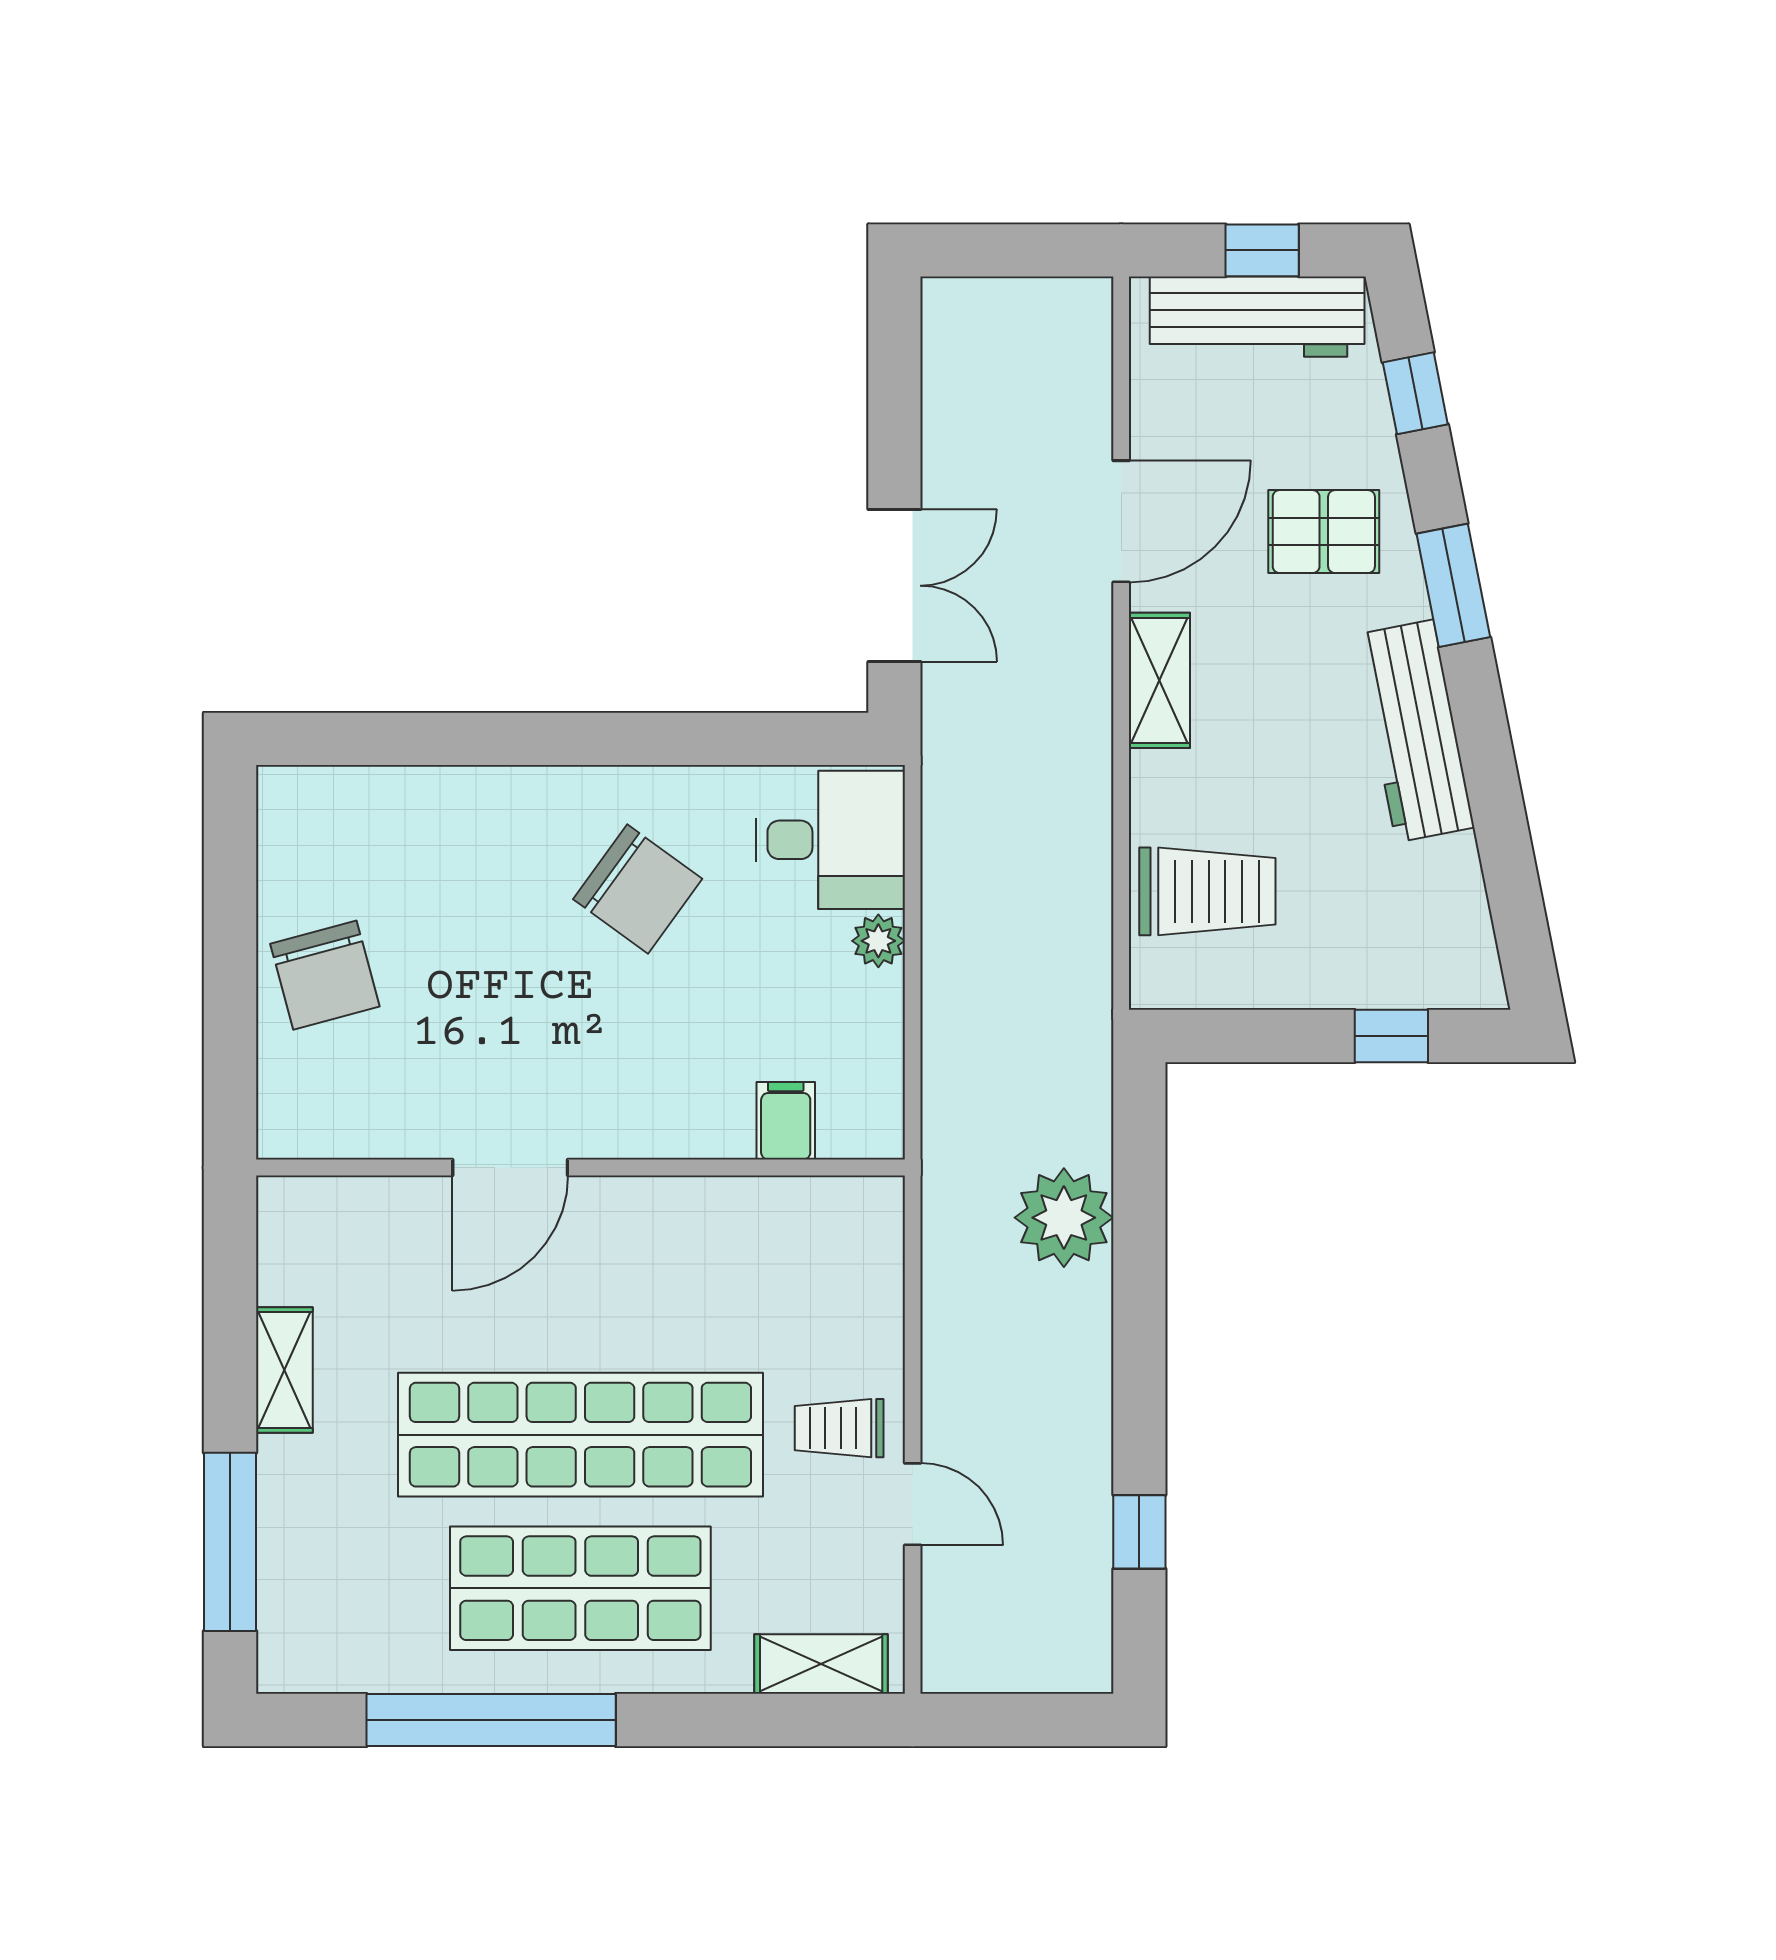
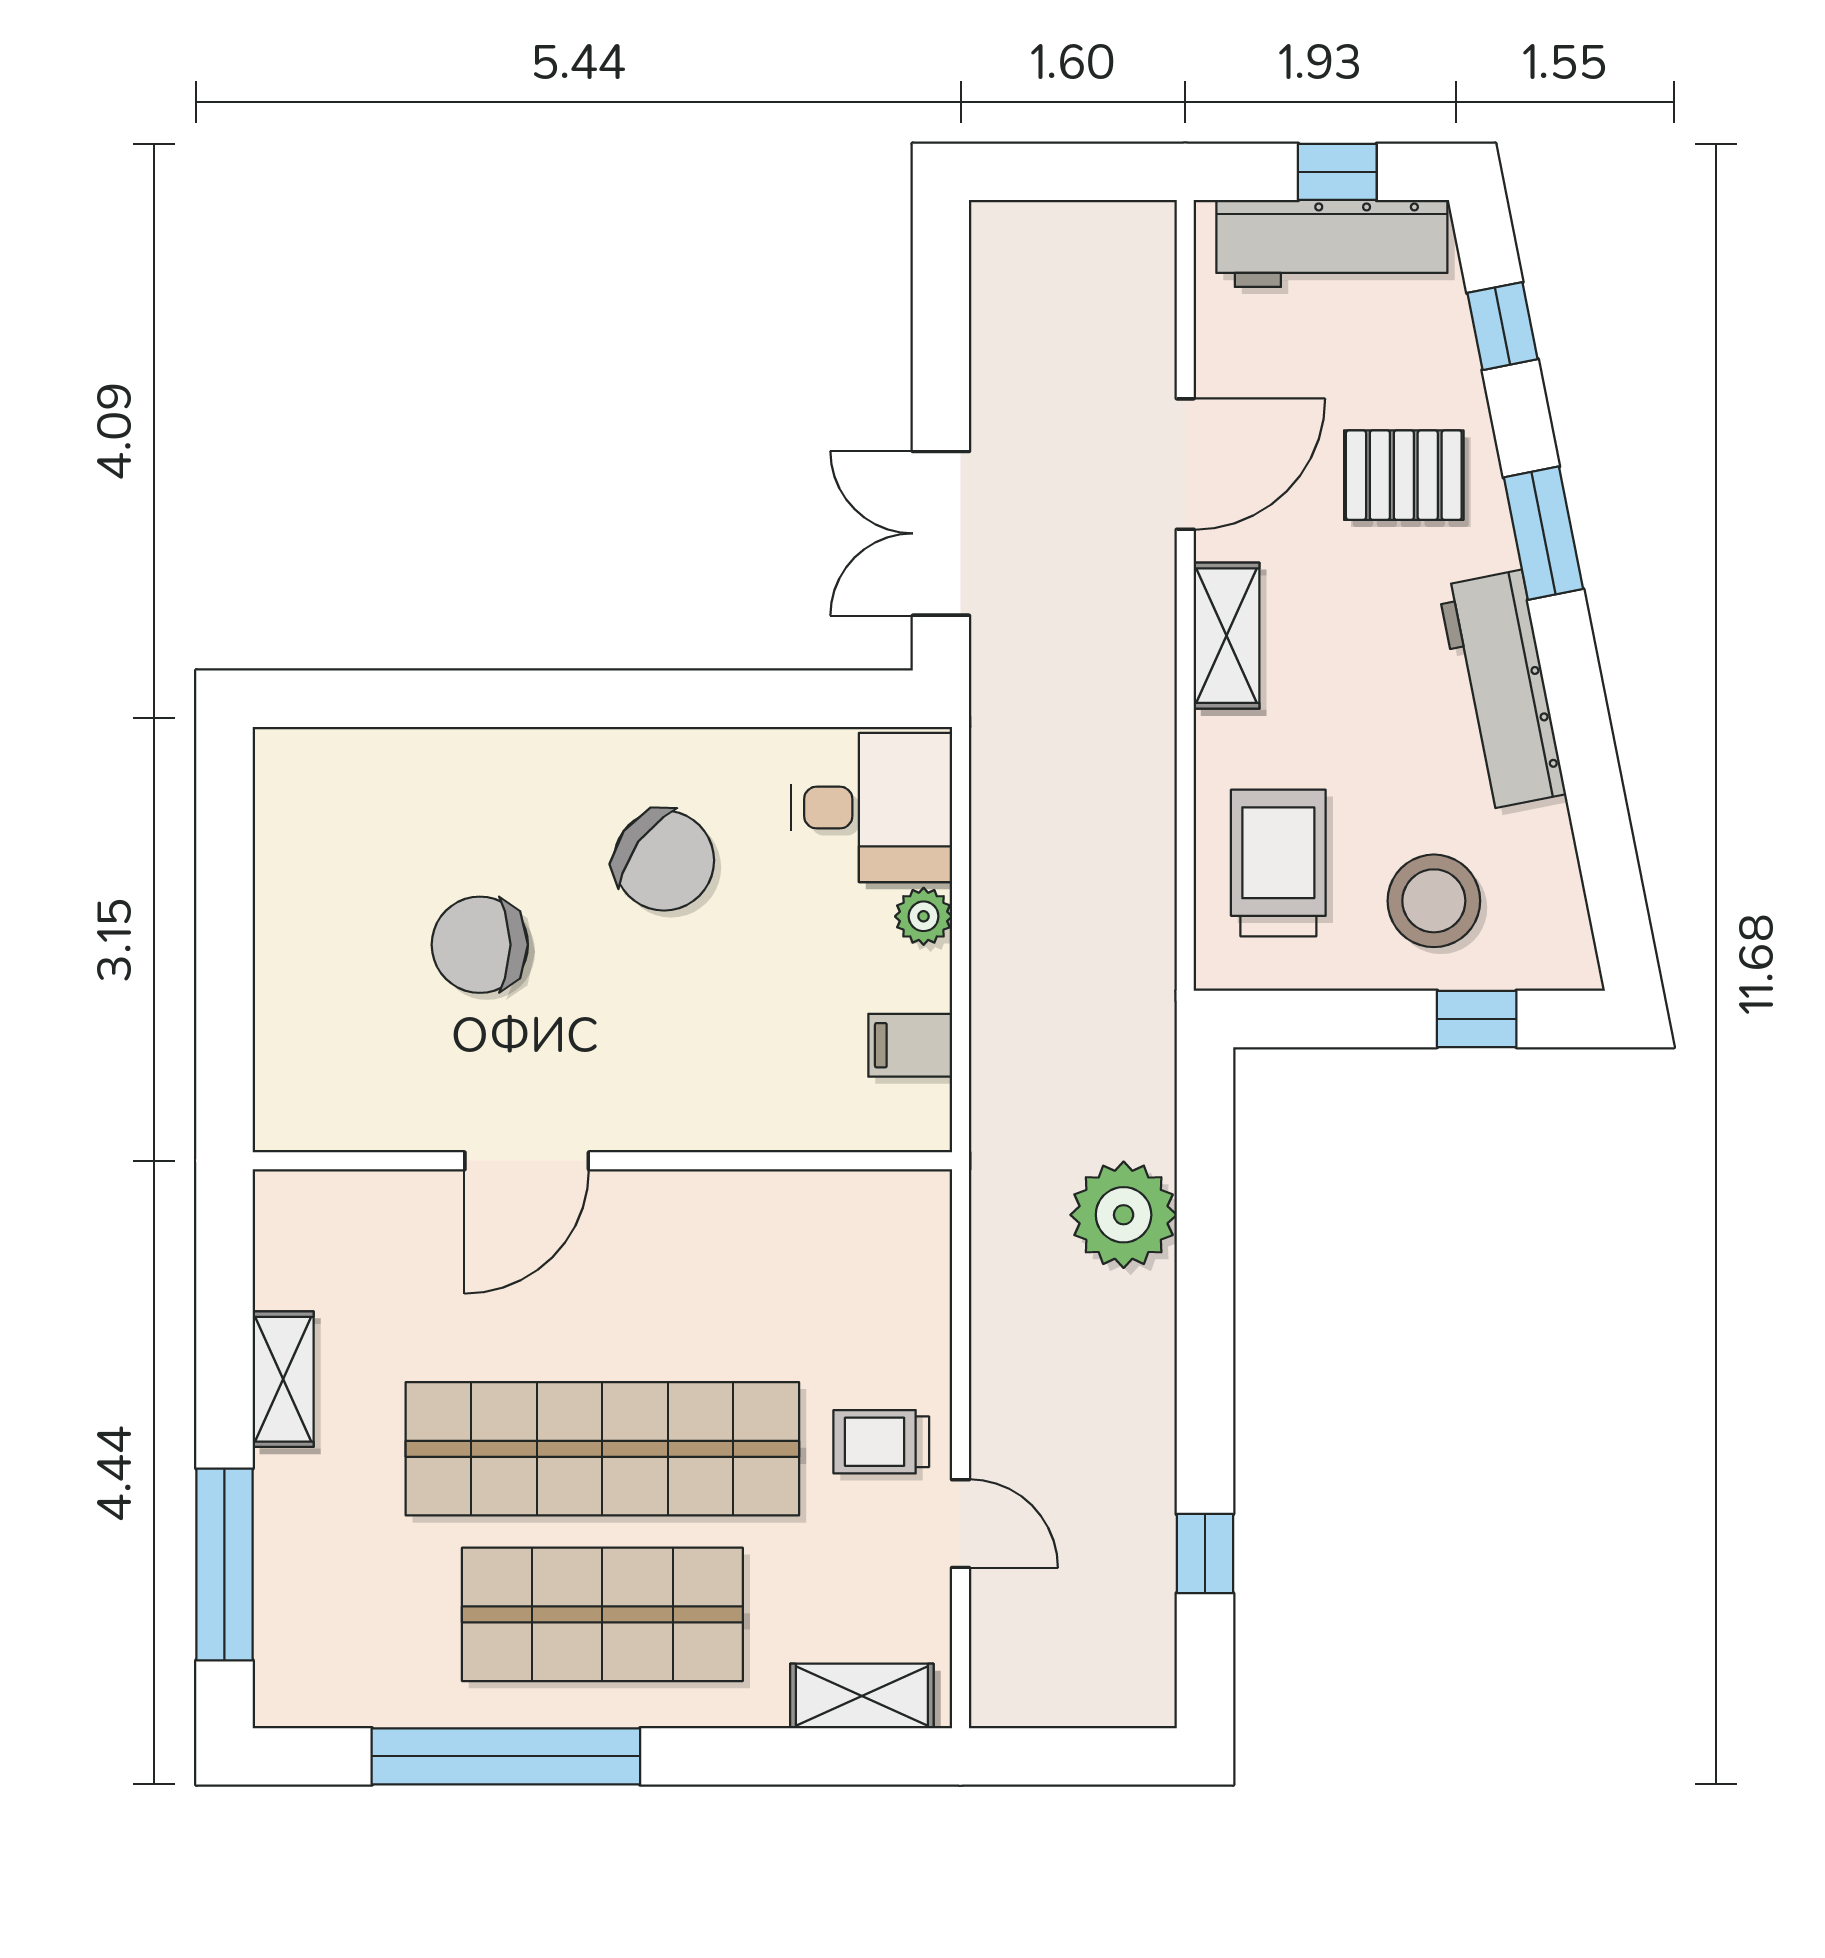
double door: (894, 586) -> (941, 533), swing flipped
trolley: (1207, 891) -> (1278, 863), turned -90
stool: (1352, 926) -> (1434, 901), added
chair: (325, 975) -> (480, 945), moved, turned 105
filing cabinet: (786, 1121) -> (910, 1045), moved, turned -90

